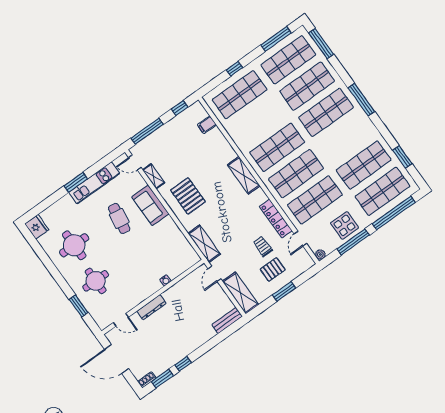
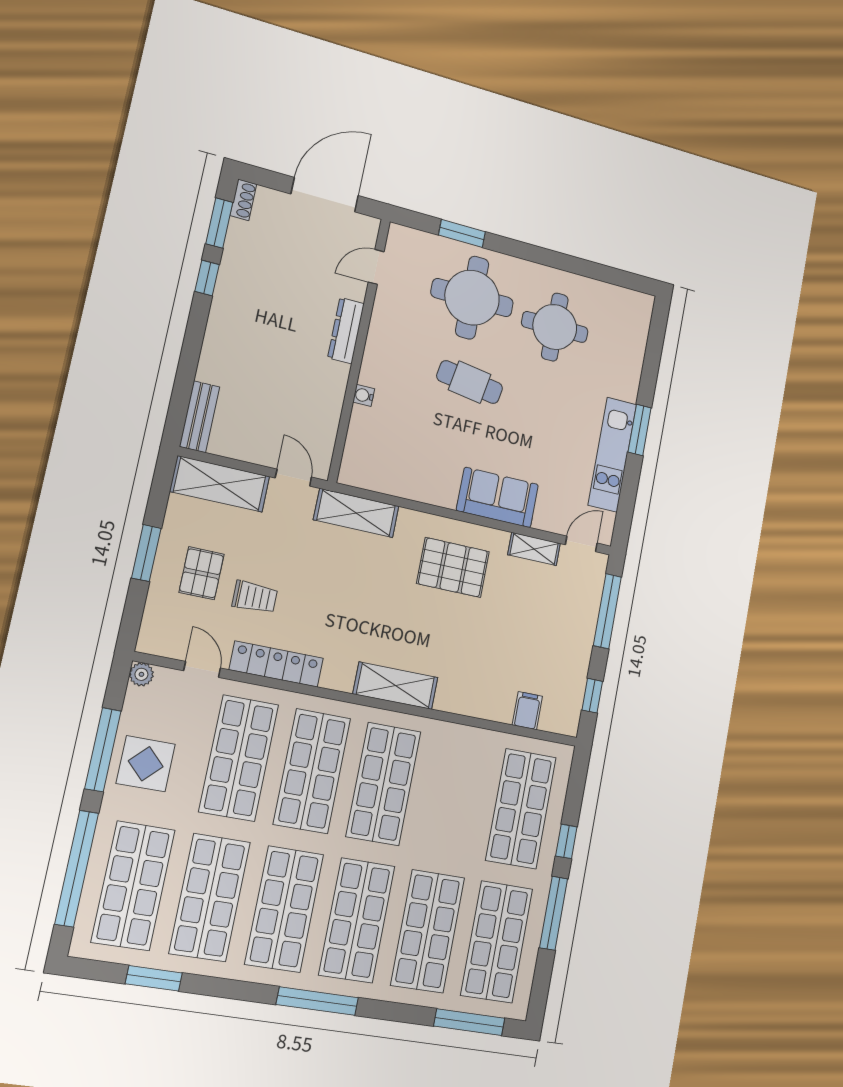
window: (276, 39) -> (554, 913), moved
shop shelf: (345, 139) -> (284, 909), added
cafe table: (119, 218) -> (470, 382), moved
fridge: (37, 227) -> (634, 307), removed
round table: (96, 281) -> (472, 298), width x1.36, depth x1.36

